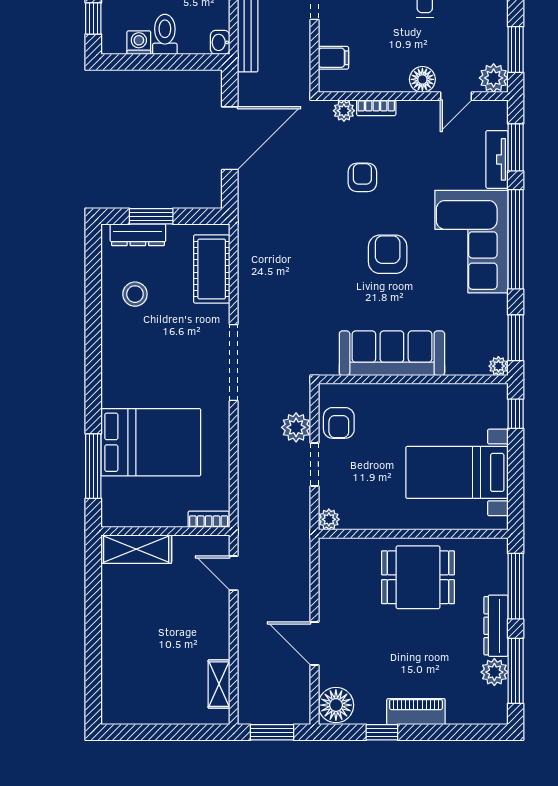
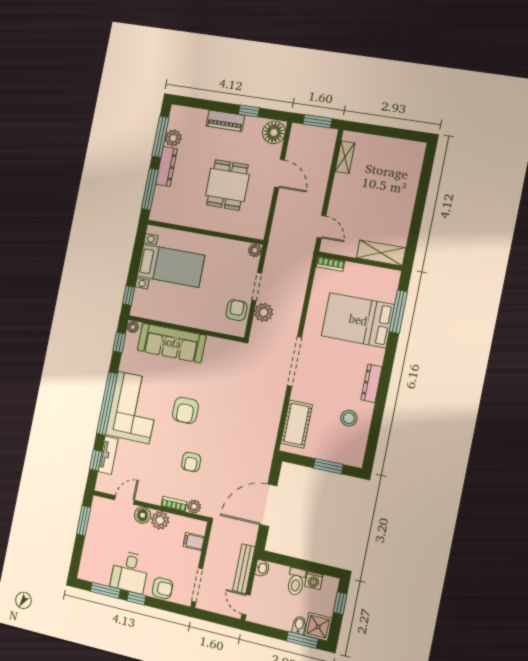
plant: (494, 78) -> (160, 520), moved
window: (516, 147) -> (96, 460), width x0.67
dresser: (138, 235) -> (371, 383), moved, turned -90
window: (516, 338) -> (119, 343), width x0.67
sofa: (392, 353) -> (172, 343), moved
dining table: (418, 577) -> (227, 185), moved, turned 90

